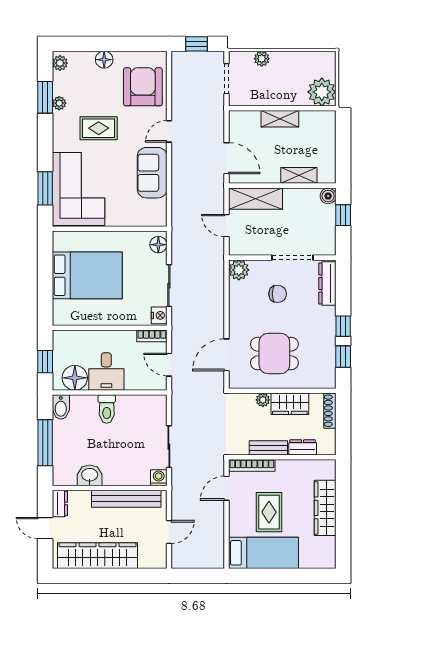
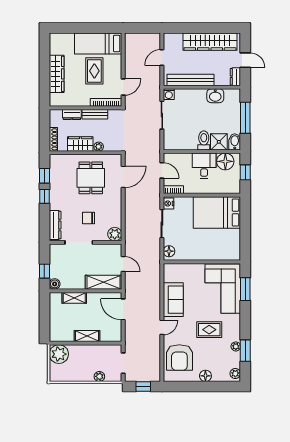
bed: (87, 275) -> (217, 212), moved
dining table: (274, 353) -> (91, 178), turned 90
shower: (84, 407) -> (219, 142), added

